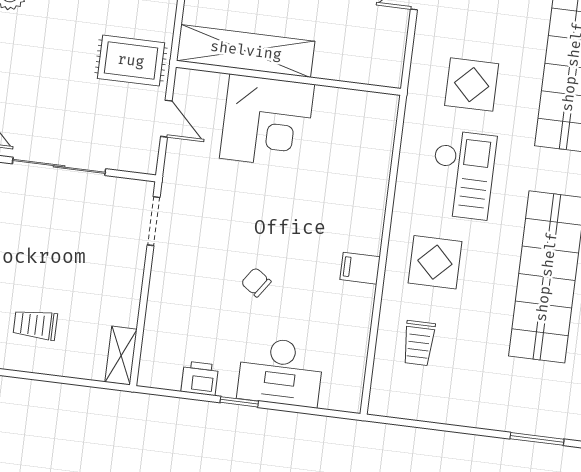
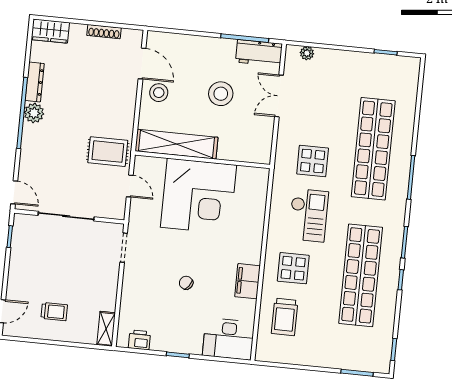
corner desk: (267, 121) -> (199, 196), width x1.36, depth x1.36
filing cabinet: (360, 268) -> (247, 281), width x2.00
trolley: (35, 325) -> (54, 312), turned 180
trolley: (419, 343) -> (285, 317), width x1.36, depth x1.39
desk: (281, 372) -> (228, 339), moved
printer: (200, 378) -> (139, 340), moved

